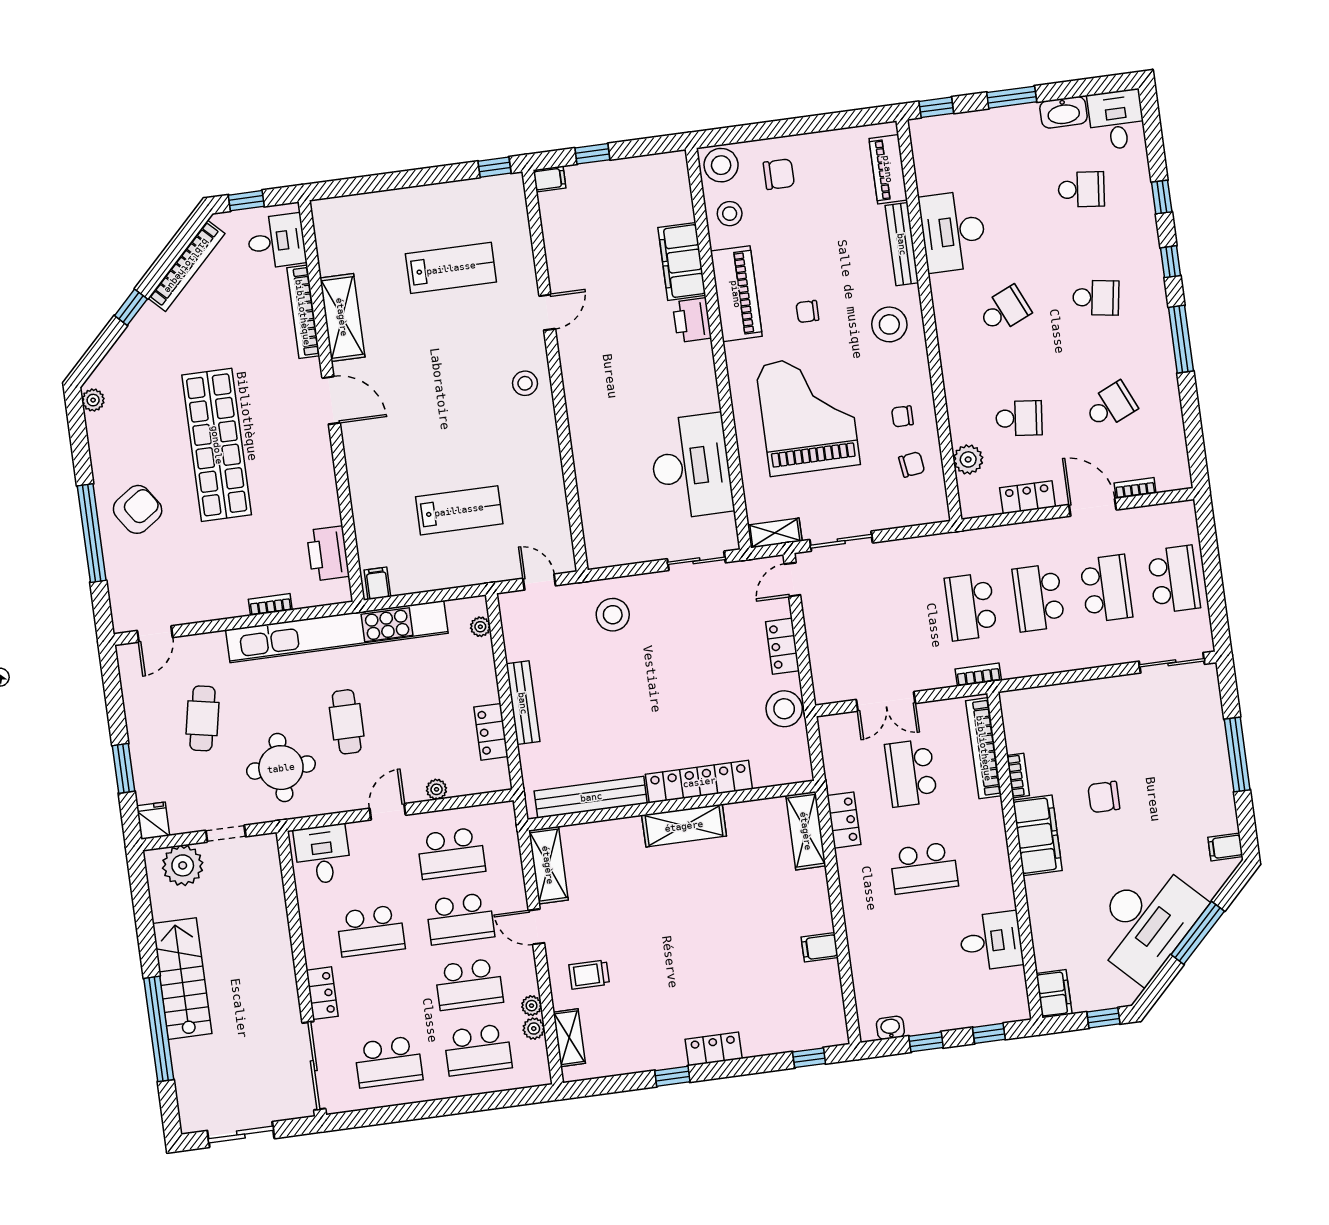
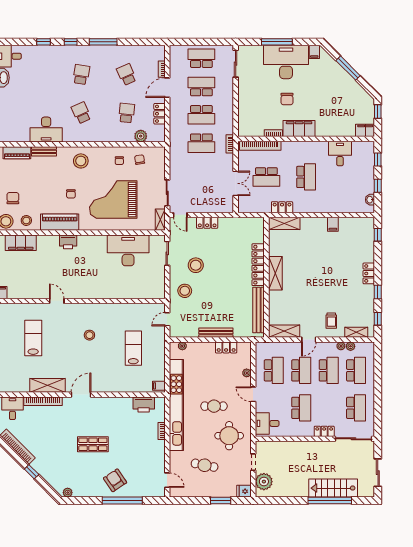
school desk: (1081, 189) -> (36, 75), removed
bench: (902, 244) -> (44, 151), width x0.73
filing cabinet: (682, 261) -> (21, 243), moved
stool: (525, 383) -> (89, 335), moved
shop shelf: (217, 445) -> (93, 444), width x0.50, depth x0.74
stool: (784, 709) -> (196, 265), moved
desk: (1146, 921) -> (286, 62), moved, turned -45
stairs: (182, 979) -> (333, 488), moved
window: (608, 1085) -> (378, 319), added

